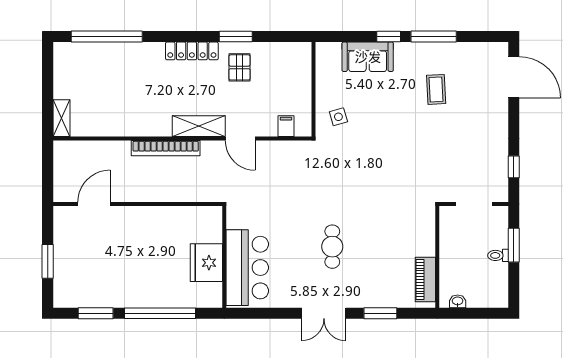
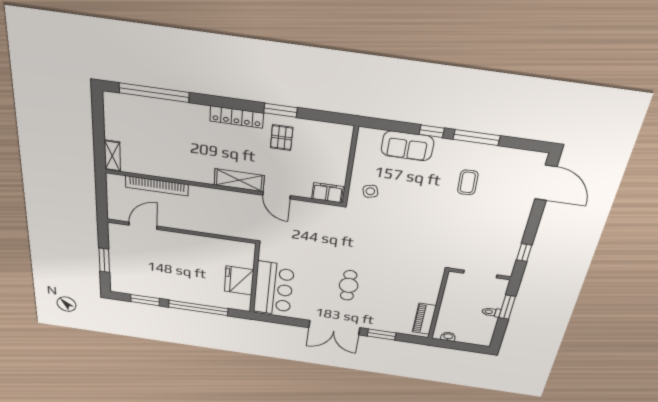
filing cabinet: (286, 126) -> (327, 193), width x2.00
bookcase: (166, 148) -> (157, 186), moved
double door: (324, 313) -> (334, 328), width x1.37

